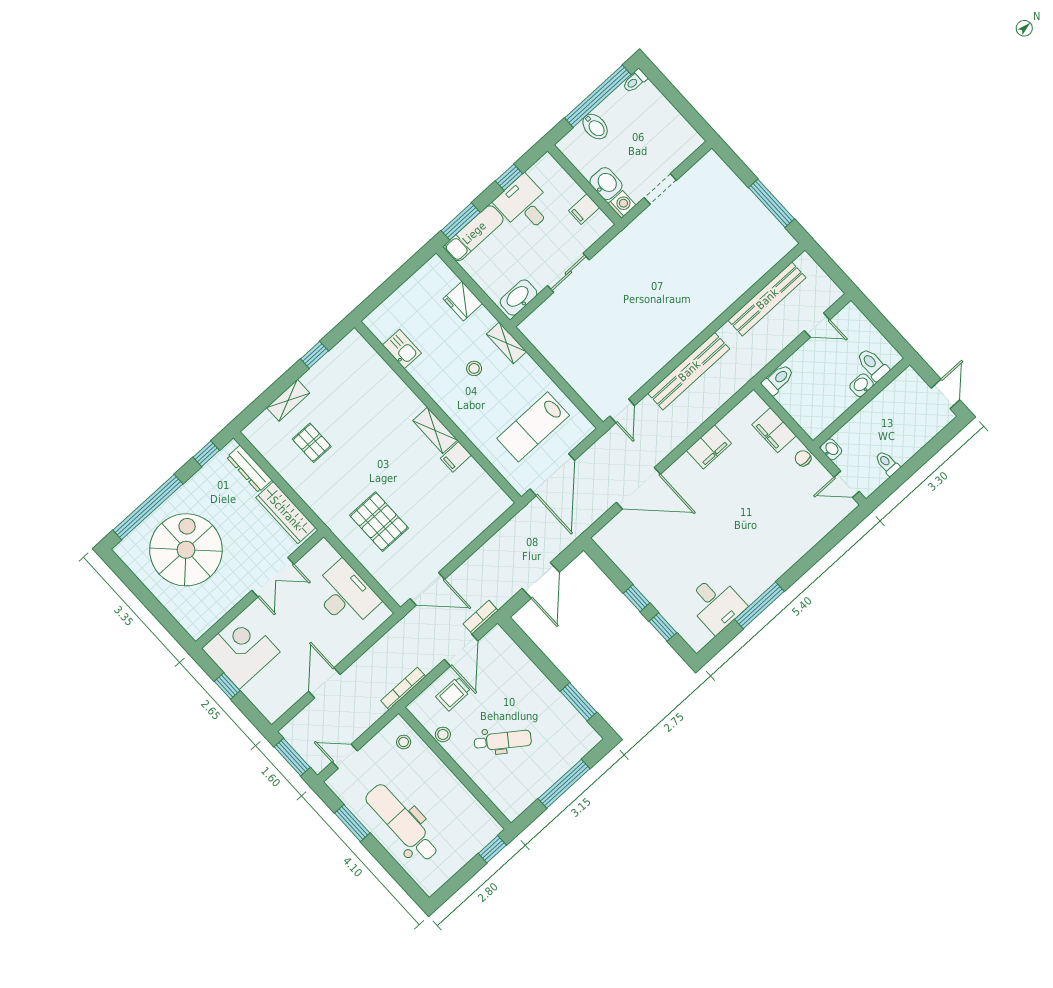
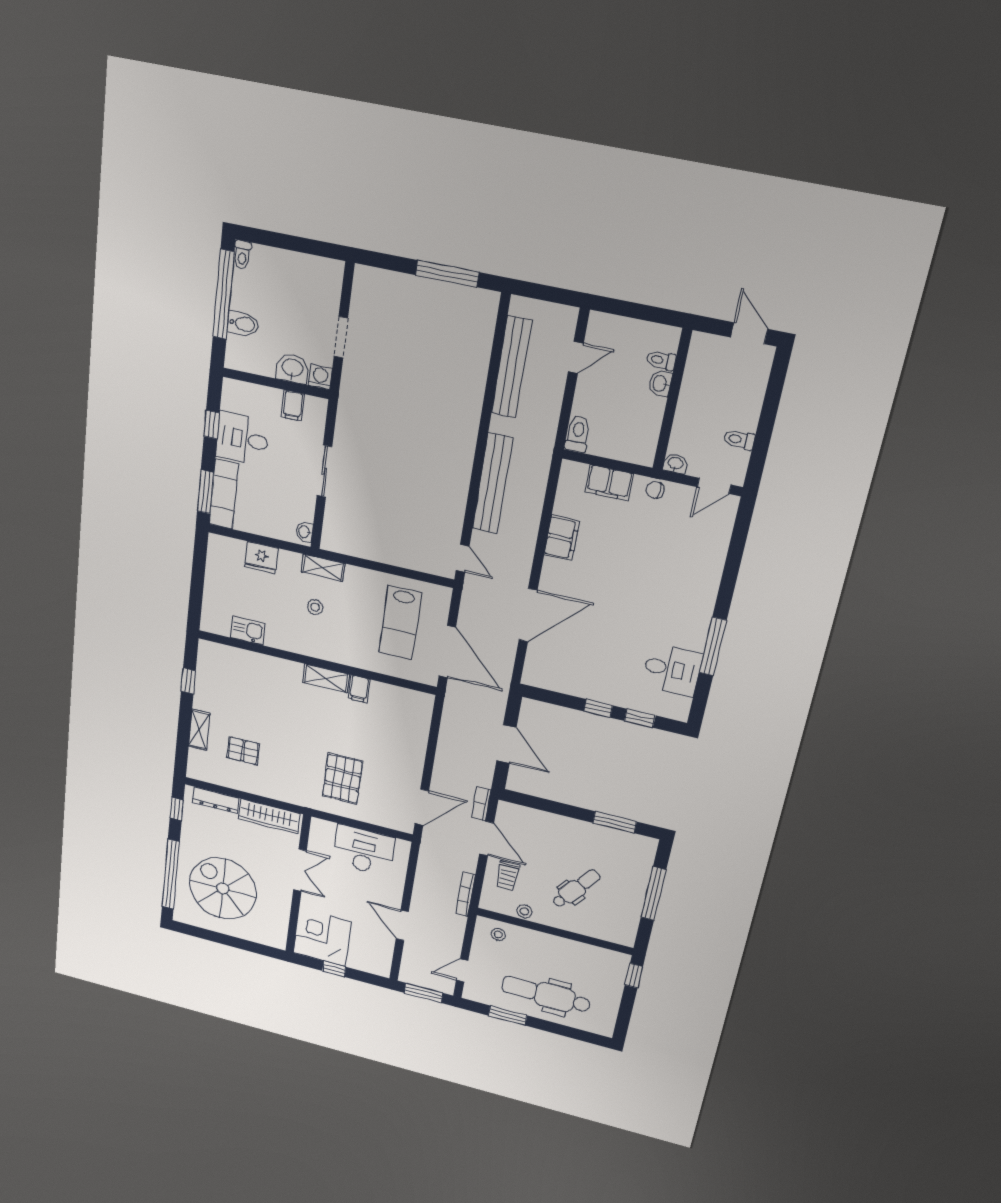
washbasin: (519, 298) -> (304, 532), width x0.52, depth x0.69
toilet: (873, 365) -> (661, 360), width x0.73, depth x0.72
pallet: (379, 522) -> (343, 779), turned 90

